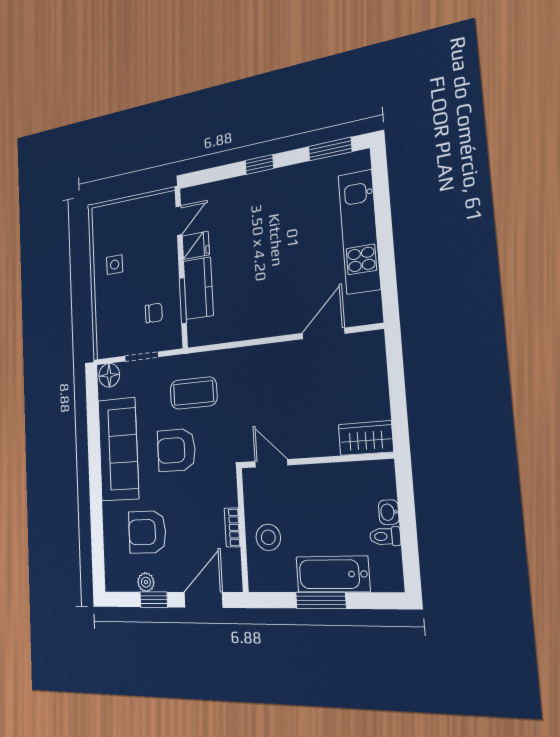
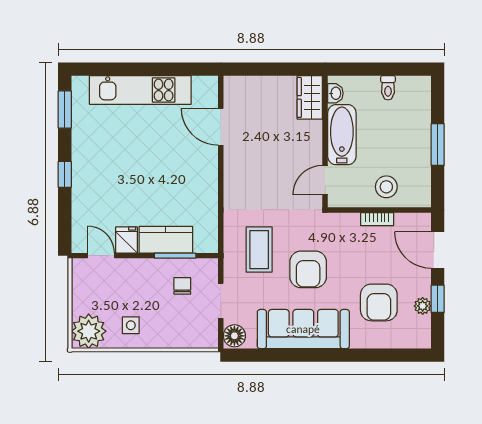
plant: (108, 222) -> (89, 331), added
washbasin: (389, 512) -> (335, 93), moved, turned -90
bathtub: (333, 574) -> (342, 135), moved, turned 180

